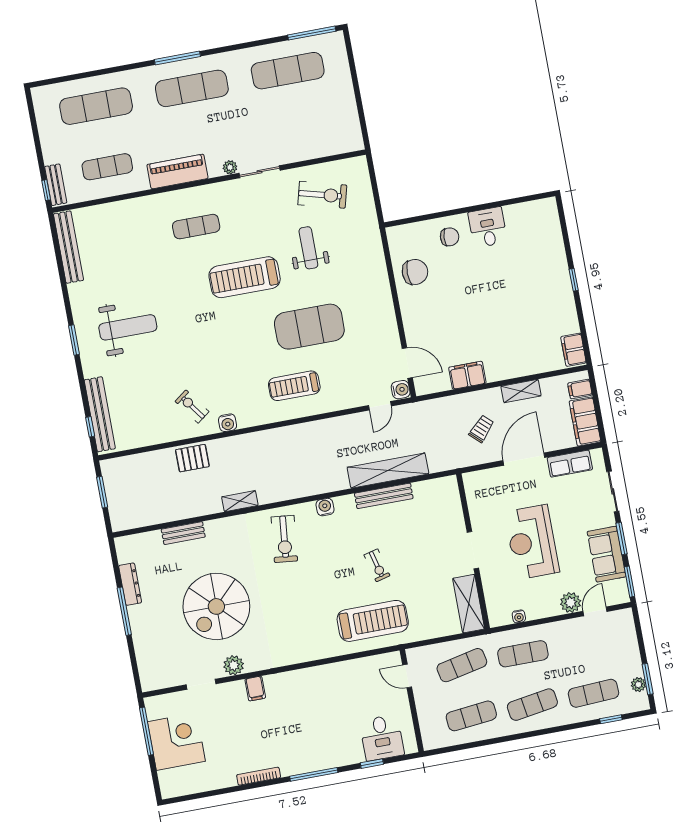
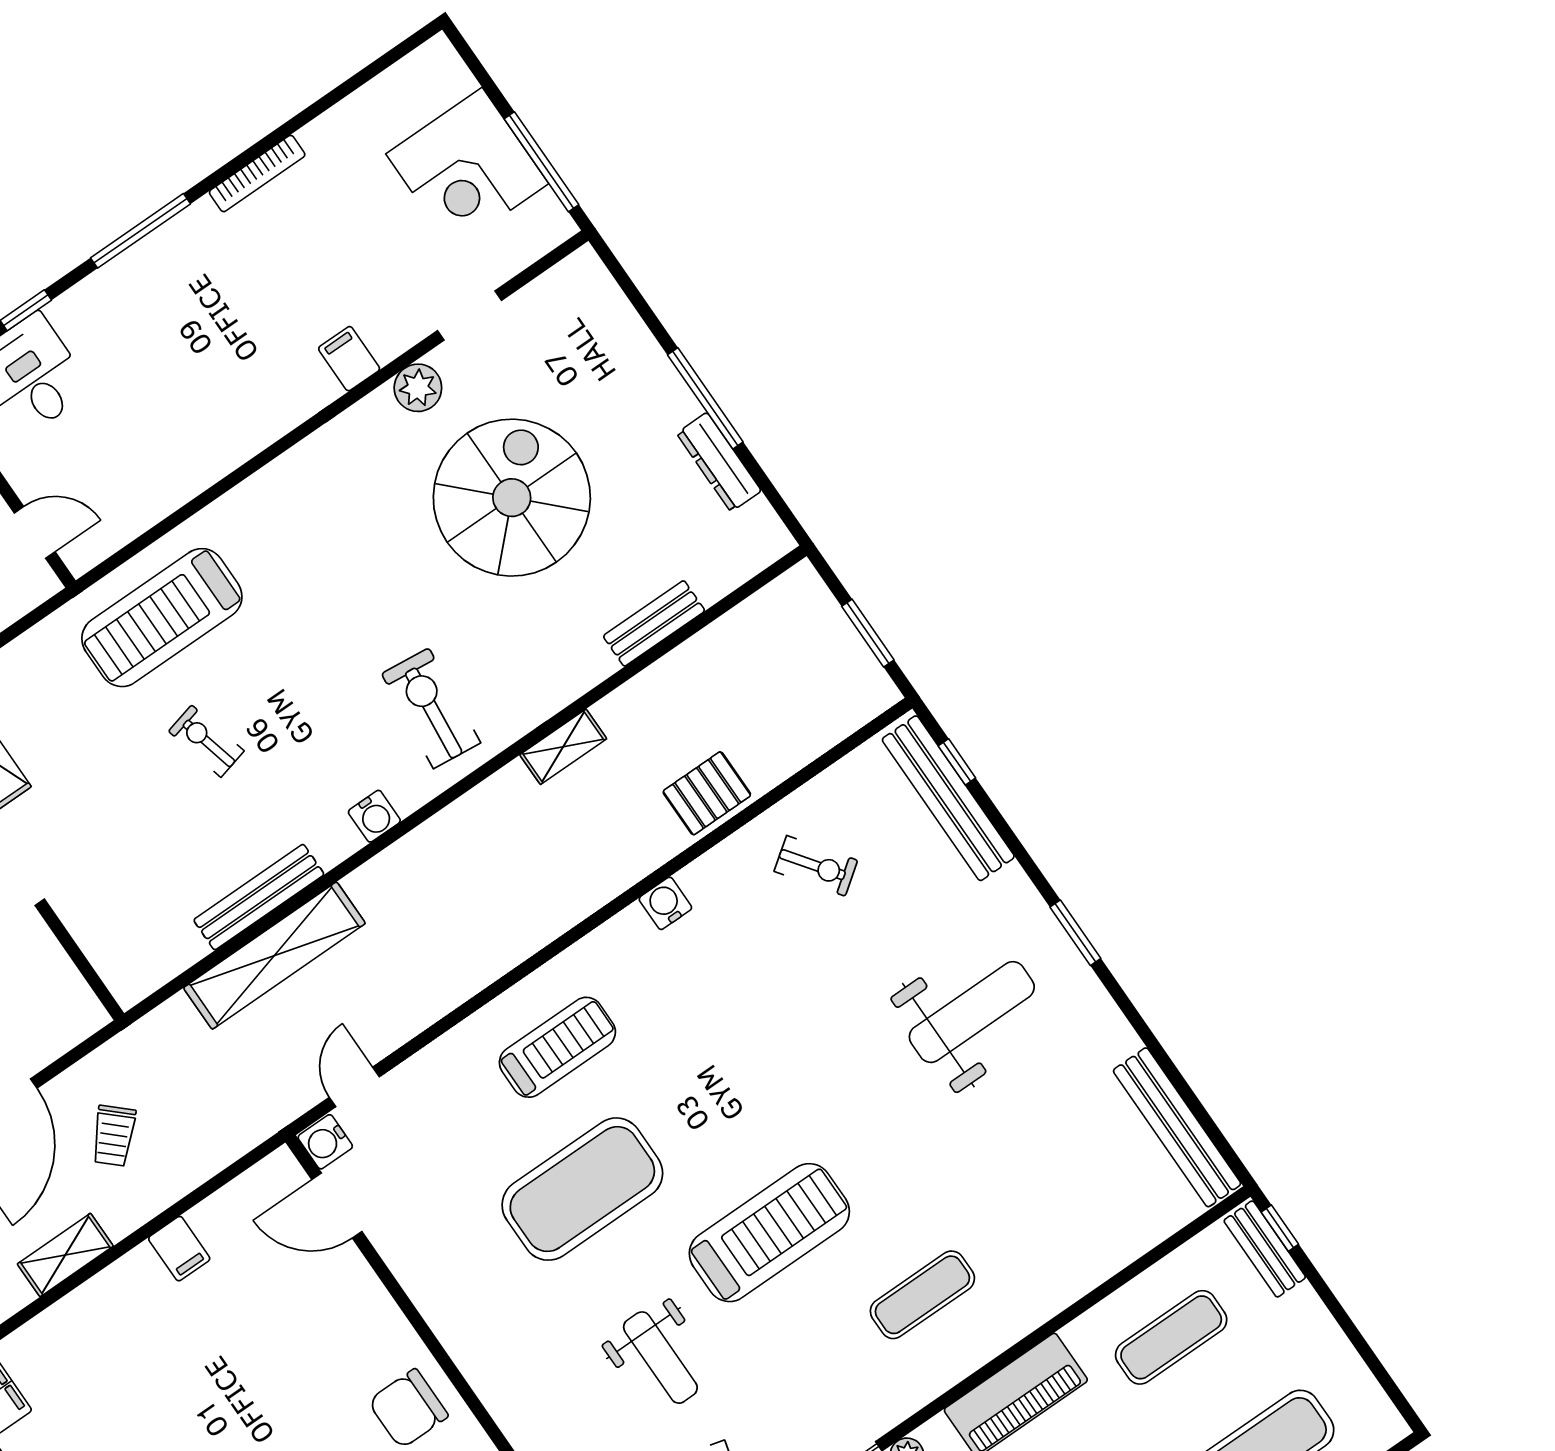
weight bench: (128, 327) -> (972, 1012), turned 180
filing cabinet: (467, 375) -> (179, 1249), width x0.50
exercise bike: (192, 407) -> (816, 866), moved

